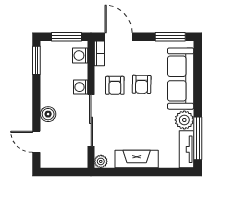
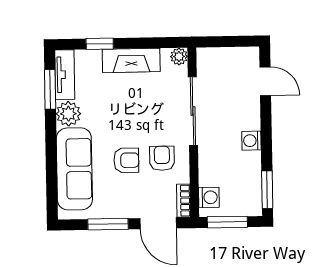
window: (170, 37) -> (108, 224), moved
armchair: (142, 84) -> (126, 160), turned 89
washing machine: (81, 87) -> (251, 141), moved, turned 180
boiler: (48, 114) -> (250, 118), removed
window: (198, 138) -> (50, 89), width x0.69
window: (160, 172) -> (100, 44), added

